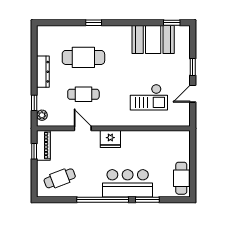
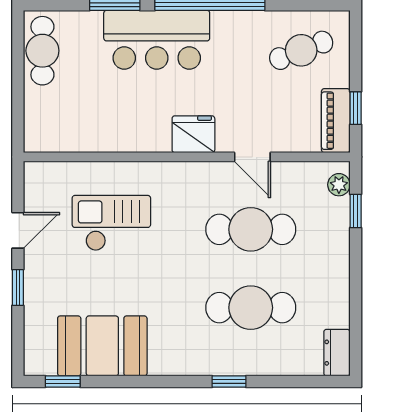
dresser: (43, 72) -> (337, 353), moved, width x0.70
cafe table: (83, 94) -> (251, 229), width x1.37, depth x1.35

